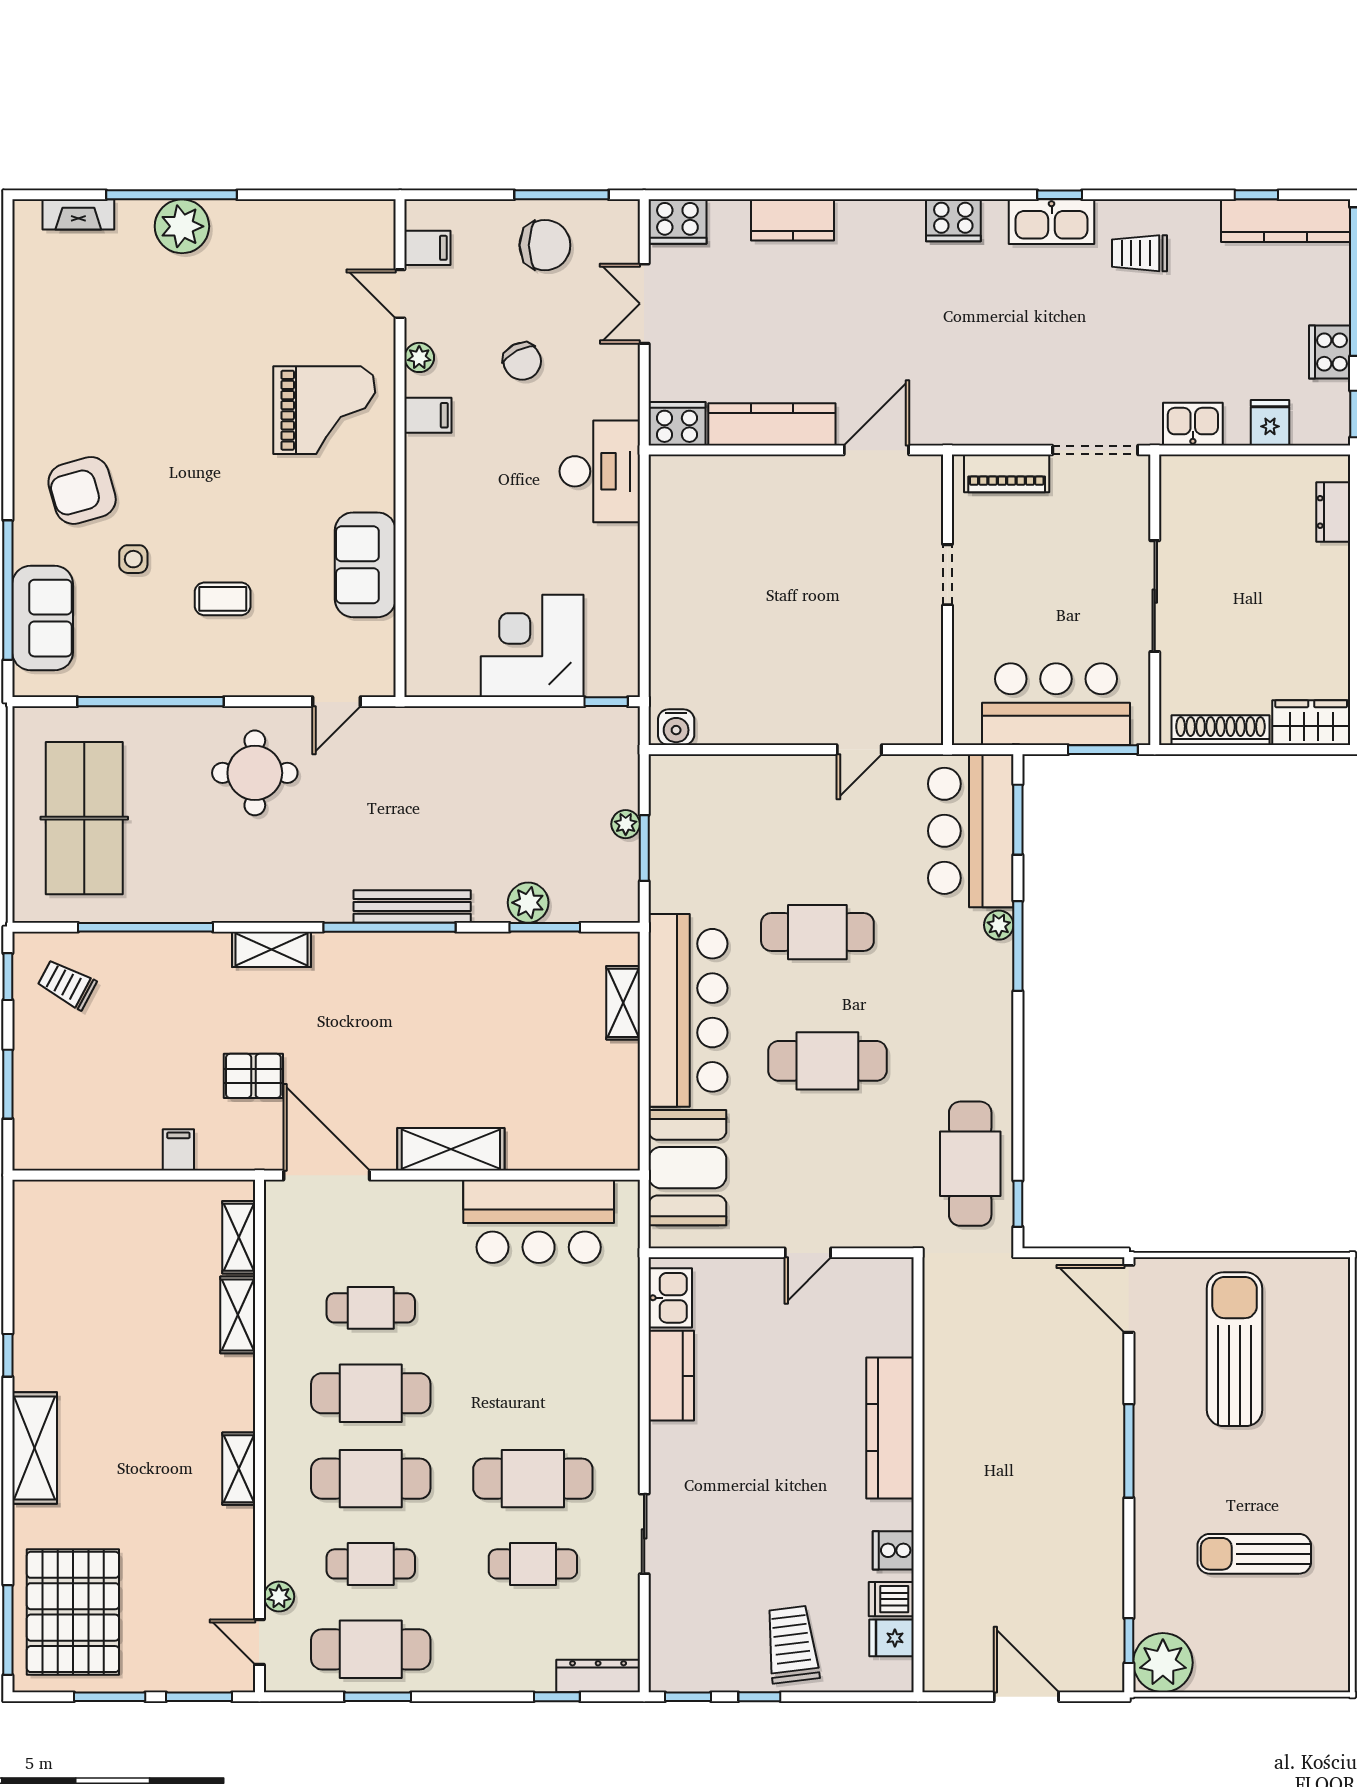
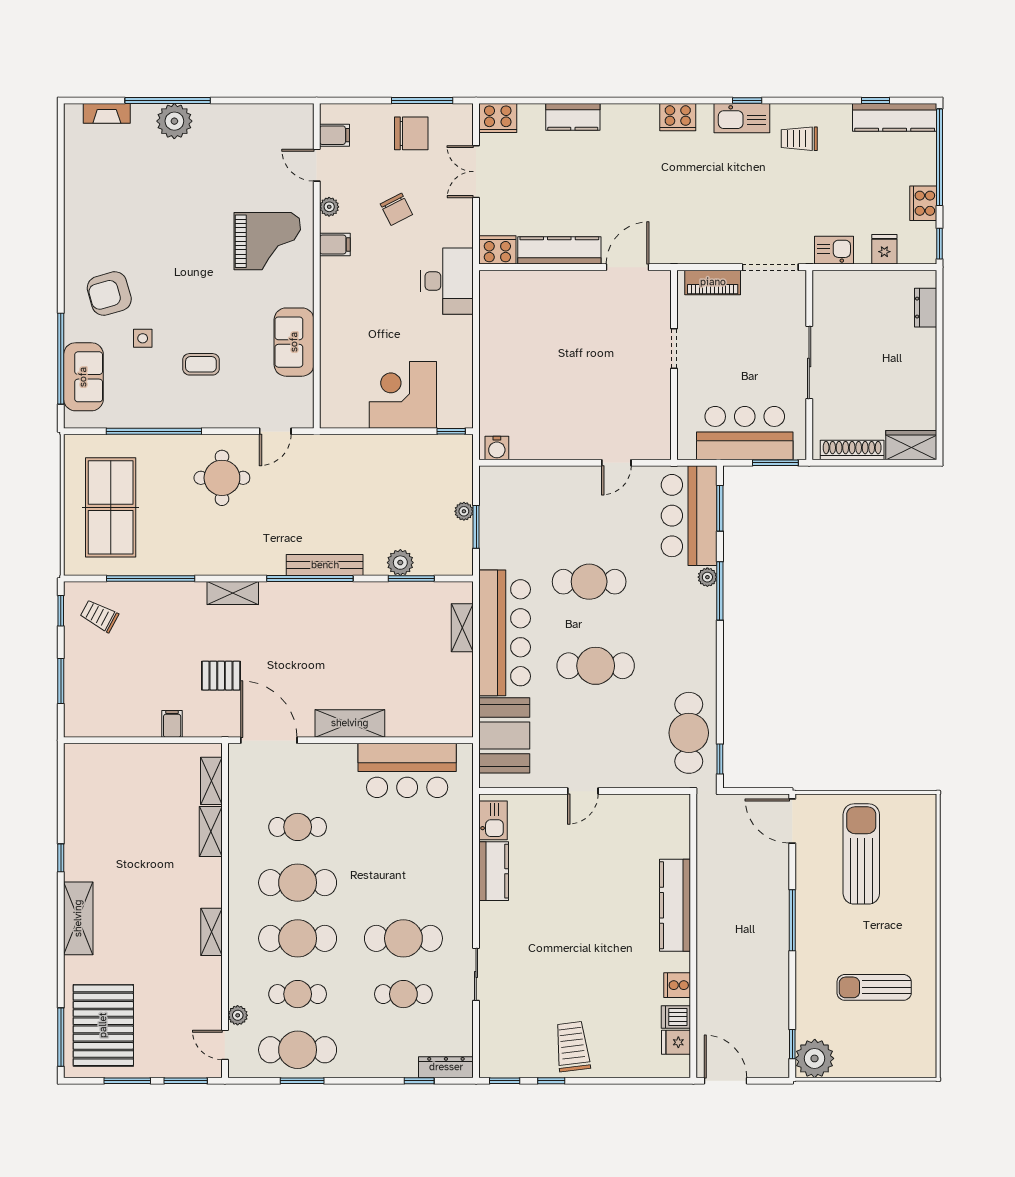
kitchen counter: (890, 1428) -> (675, 905), moved
wall: (918, 1475) -> (693, 936), moved
cooker: (893, 1550) -> (677, 985), moved
dishwasher: (891, 1599) -> (676, 1017), moved
fridge: (891, 1638) -> (676, 1042), moved

